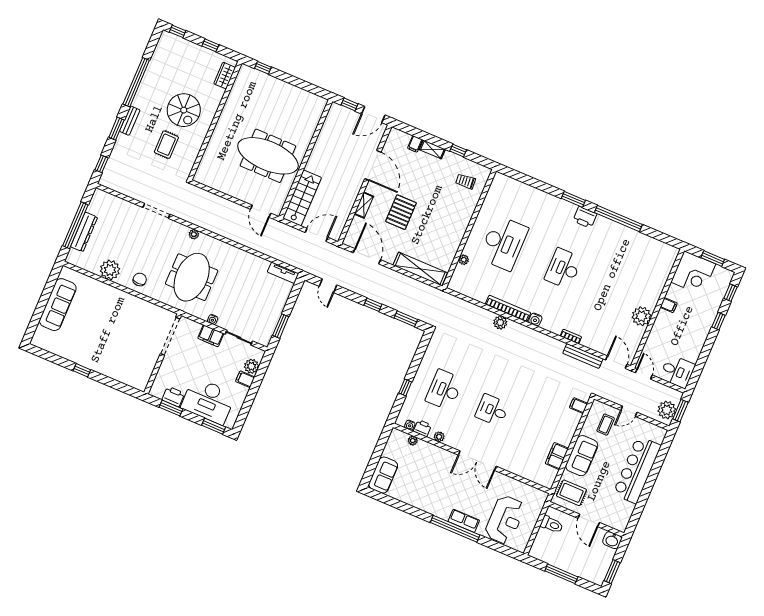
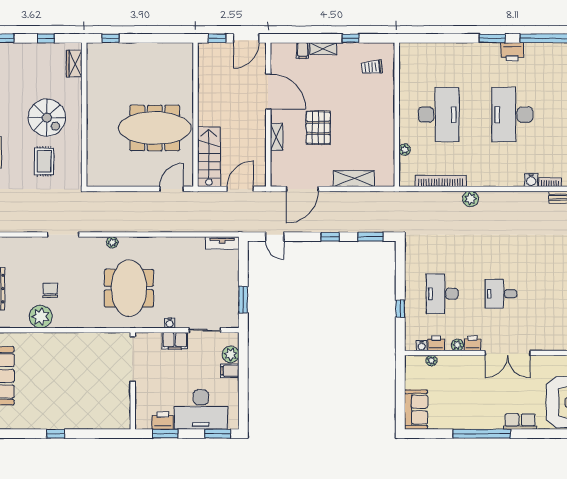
door: (261, 211) -> (172, 189), swing flipped
door: (367, 256) -> (302, 189), swing flipped
desk: (563, 268) -> (512, 115), width x1.36, depth x1.30
shelving: (420, 269) -> (354, 179), width x0.68
chair: (140, 279) -> (50, 290), moved
bookcase: (508, 309) -> (441, 181), moved
water cooler: (535, 319) -> (531, 180), moved
printer: (452, 441) -> (473, 343), added
window: (455, 529) -> (482, 434), moved

